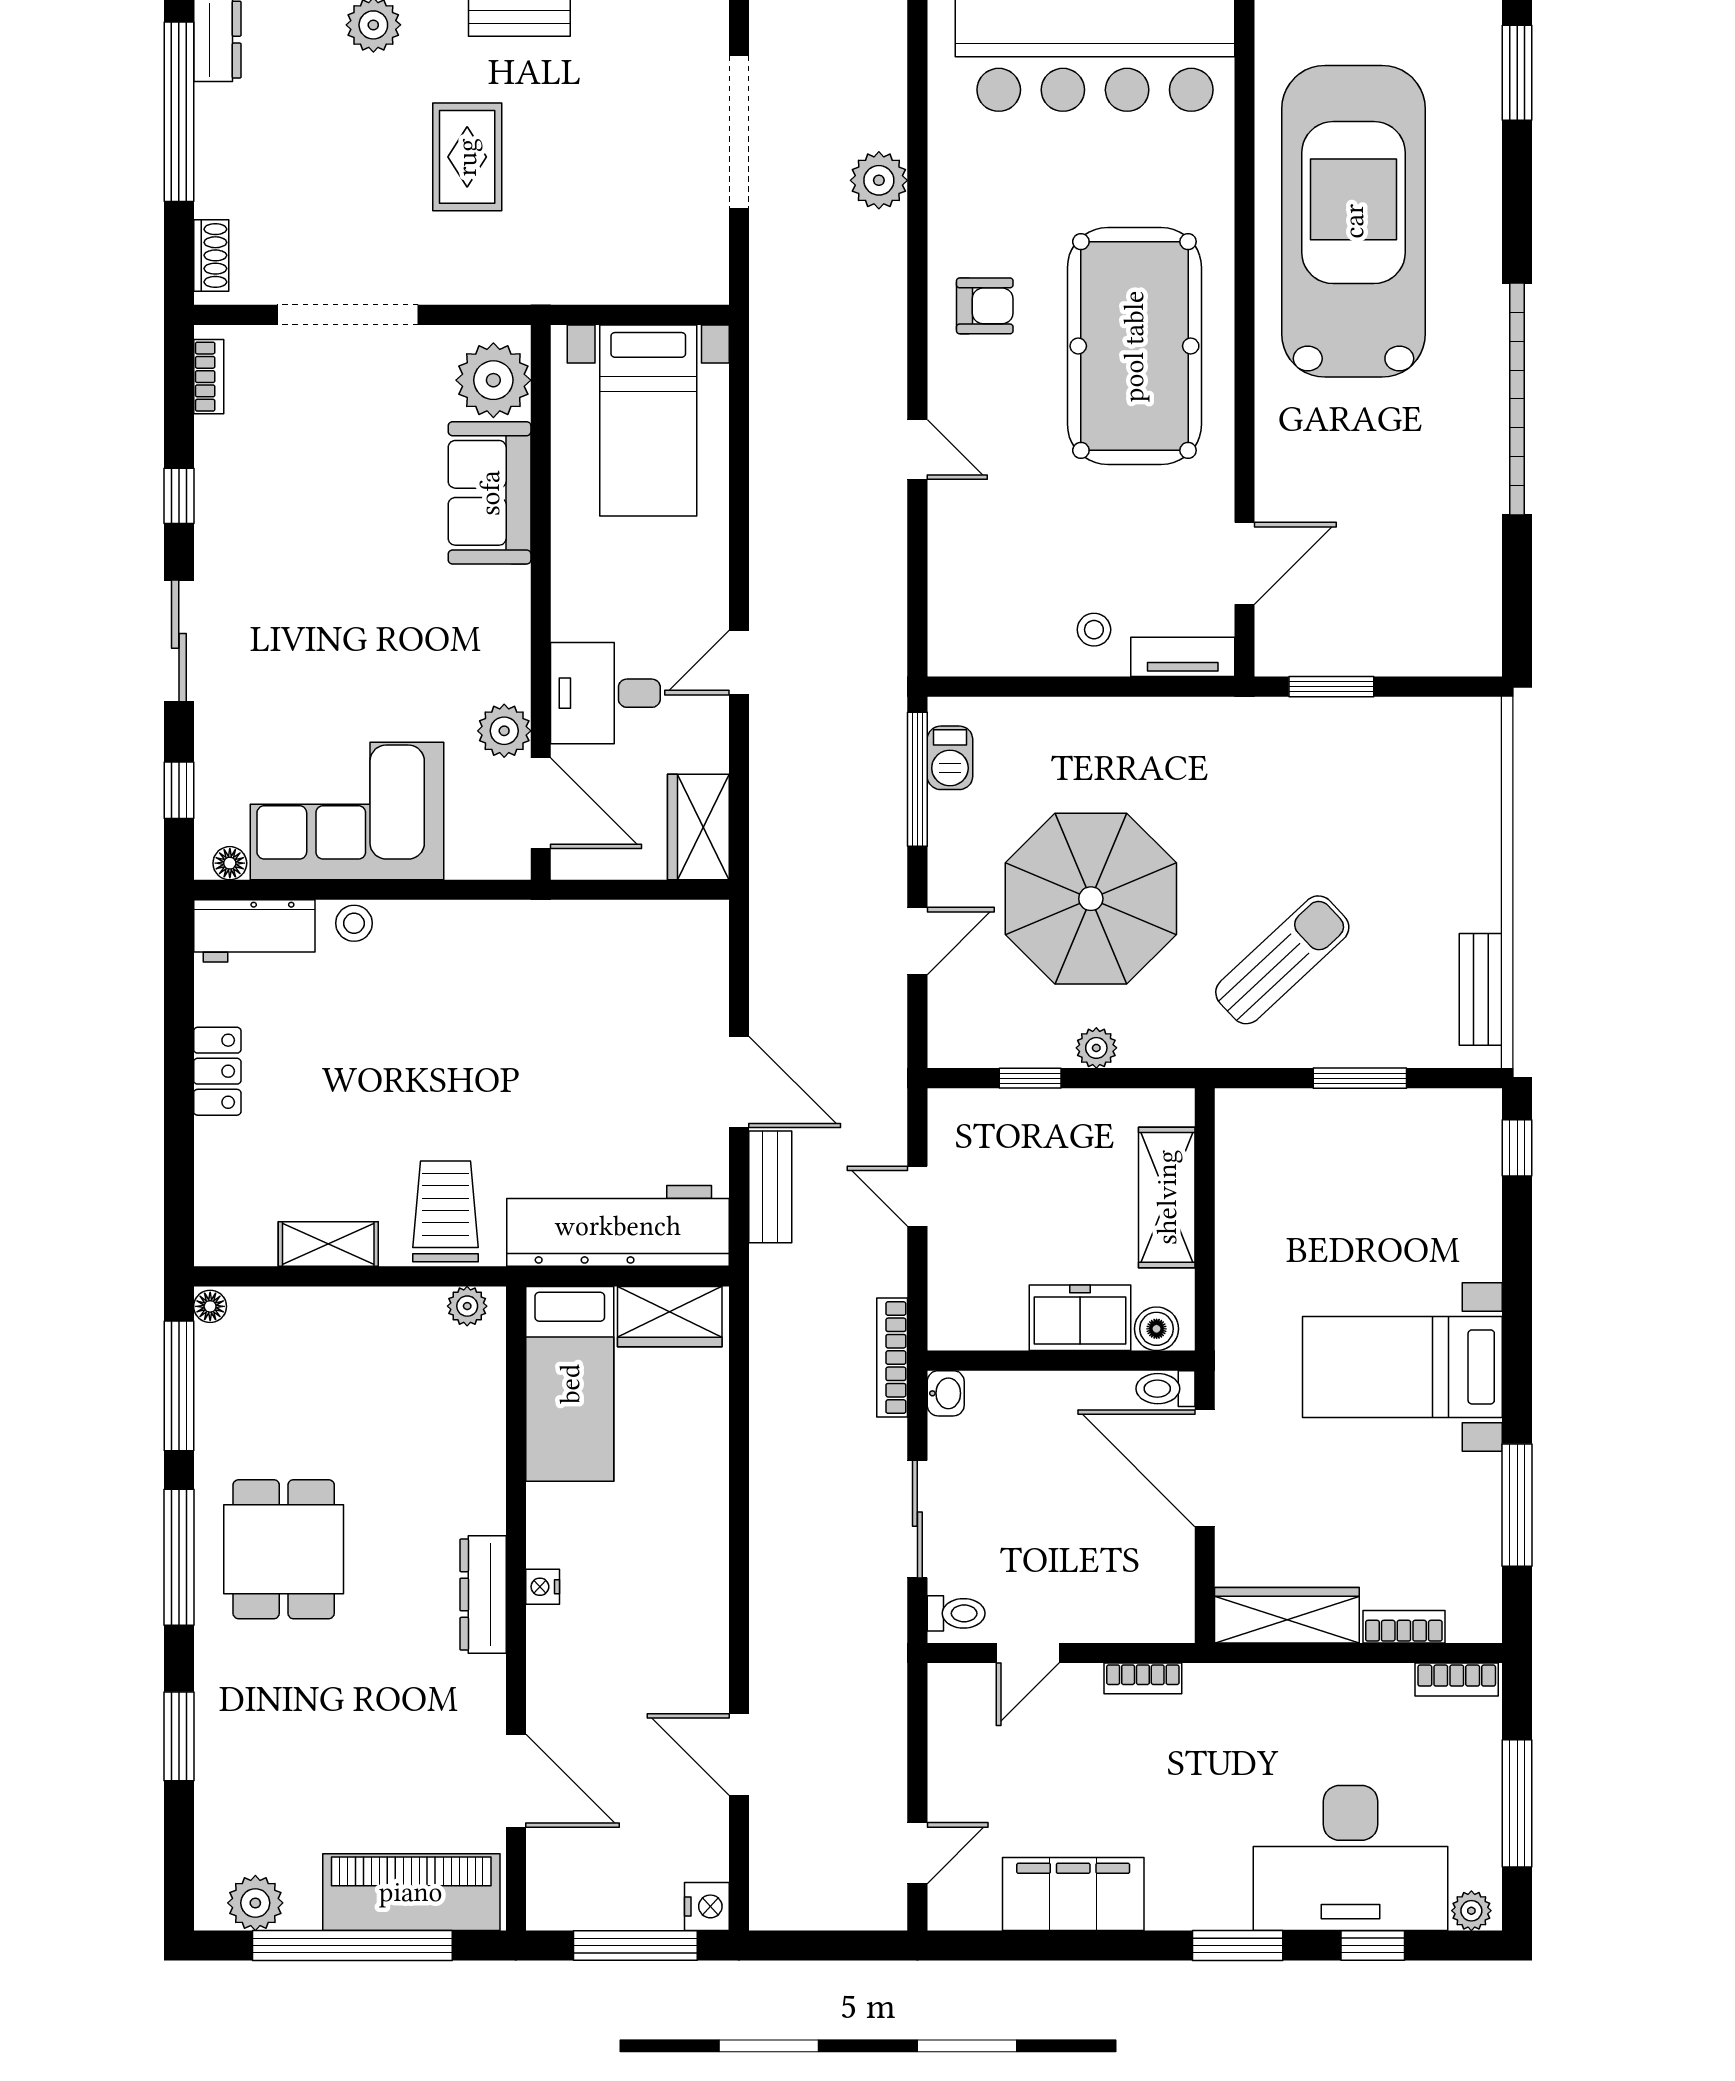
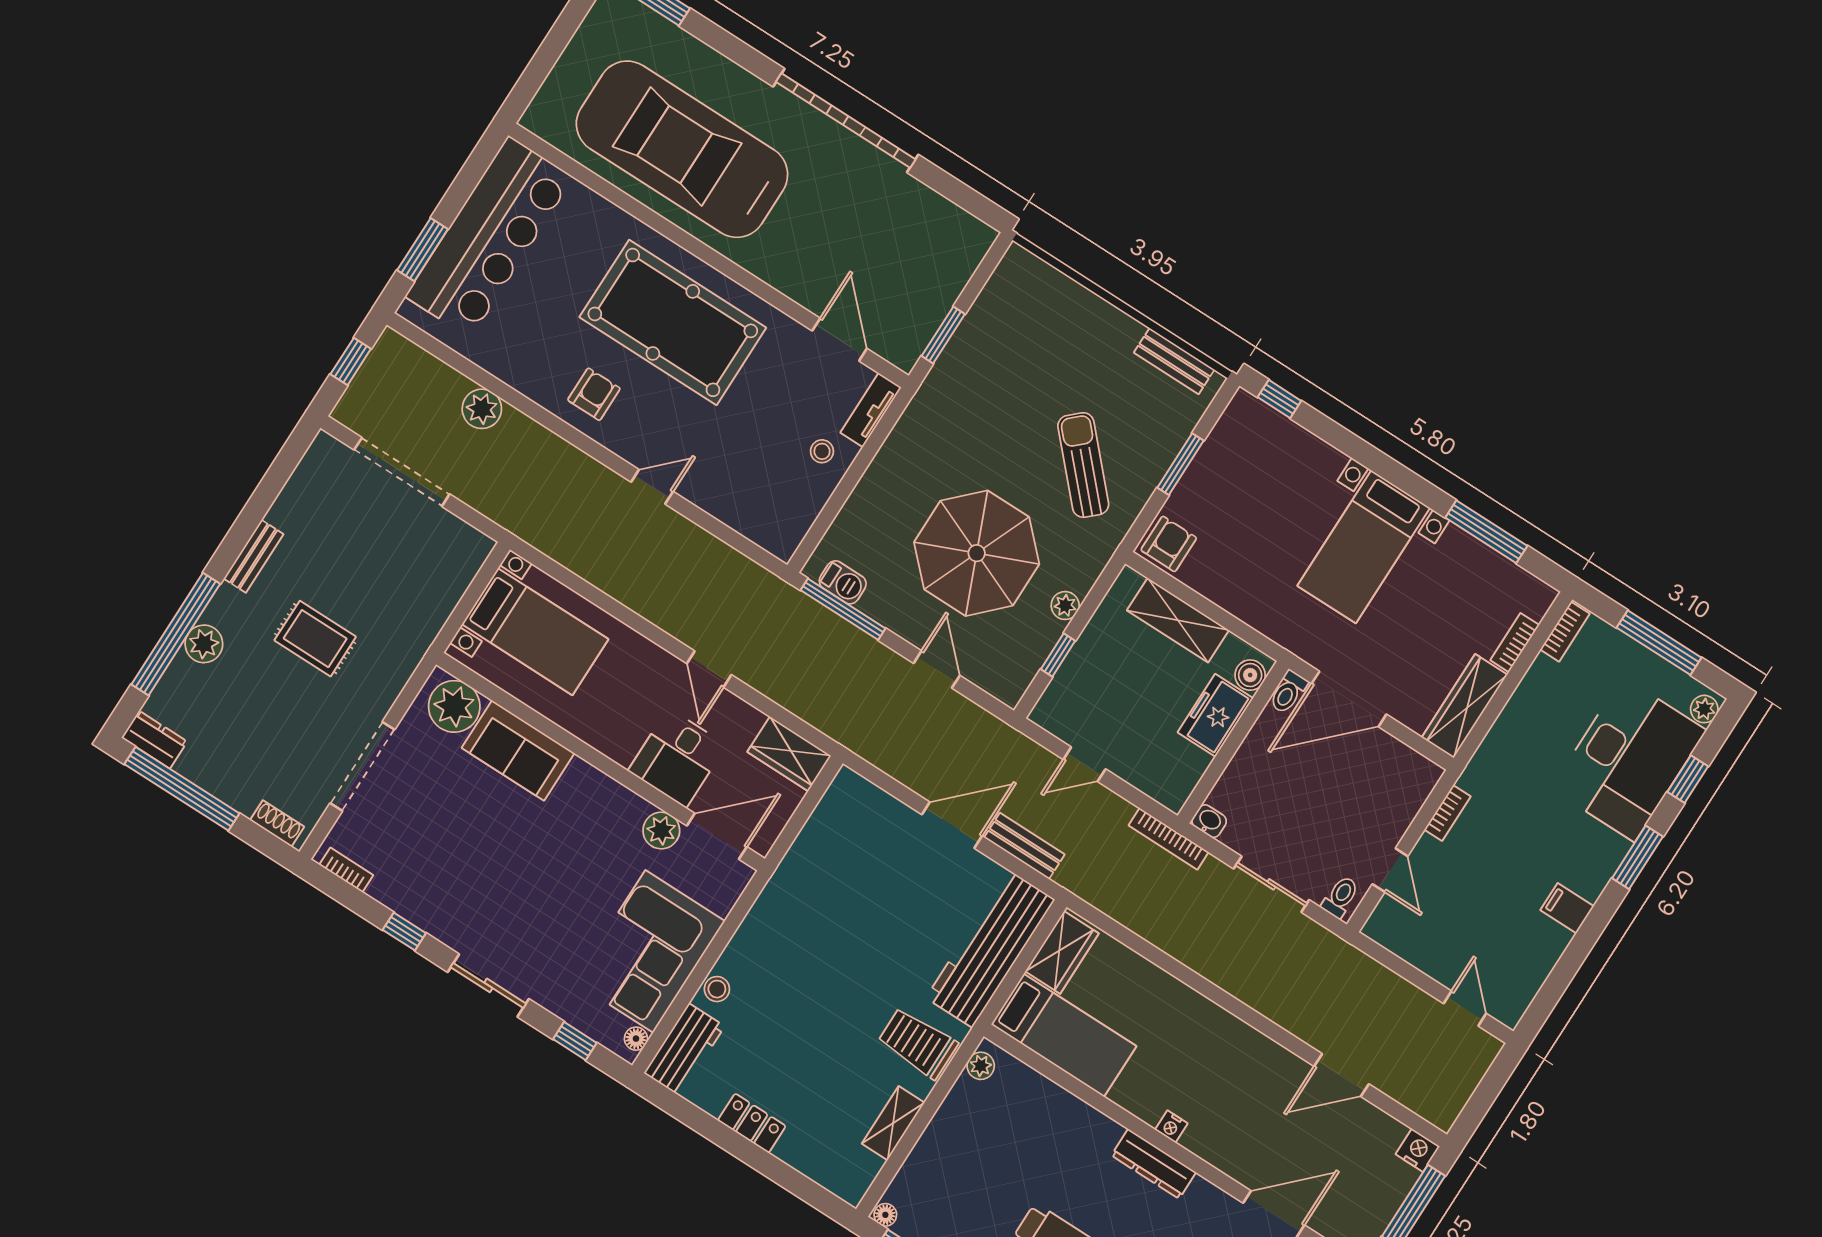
armchair: (1253, 1126) -> (1169, 544), added
filing cabinet: (1073, 1894) -> (1567, 908), width x0.33, depth x0.86

